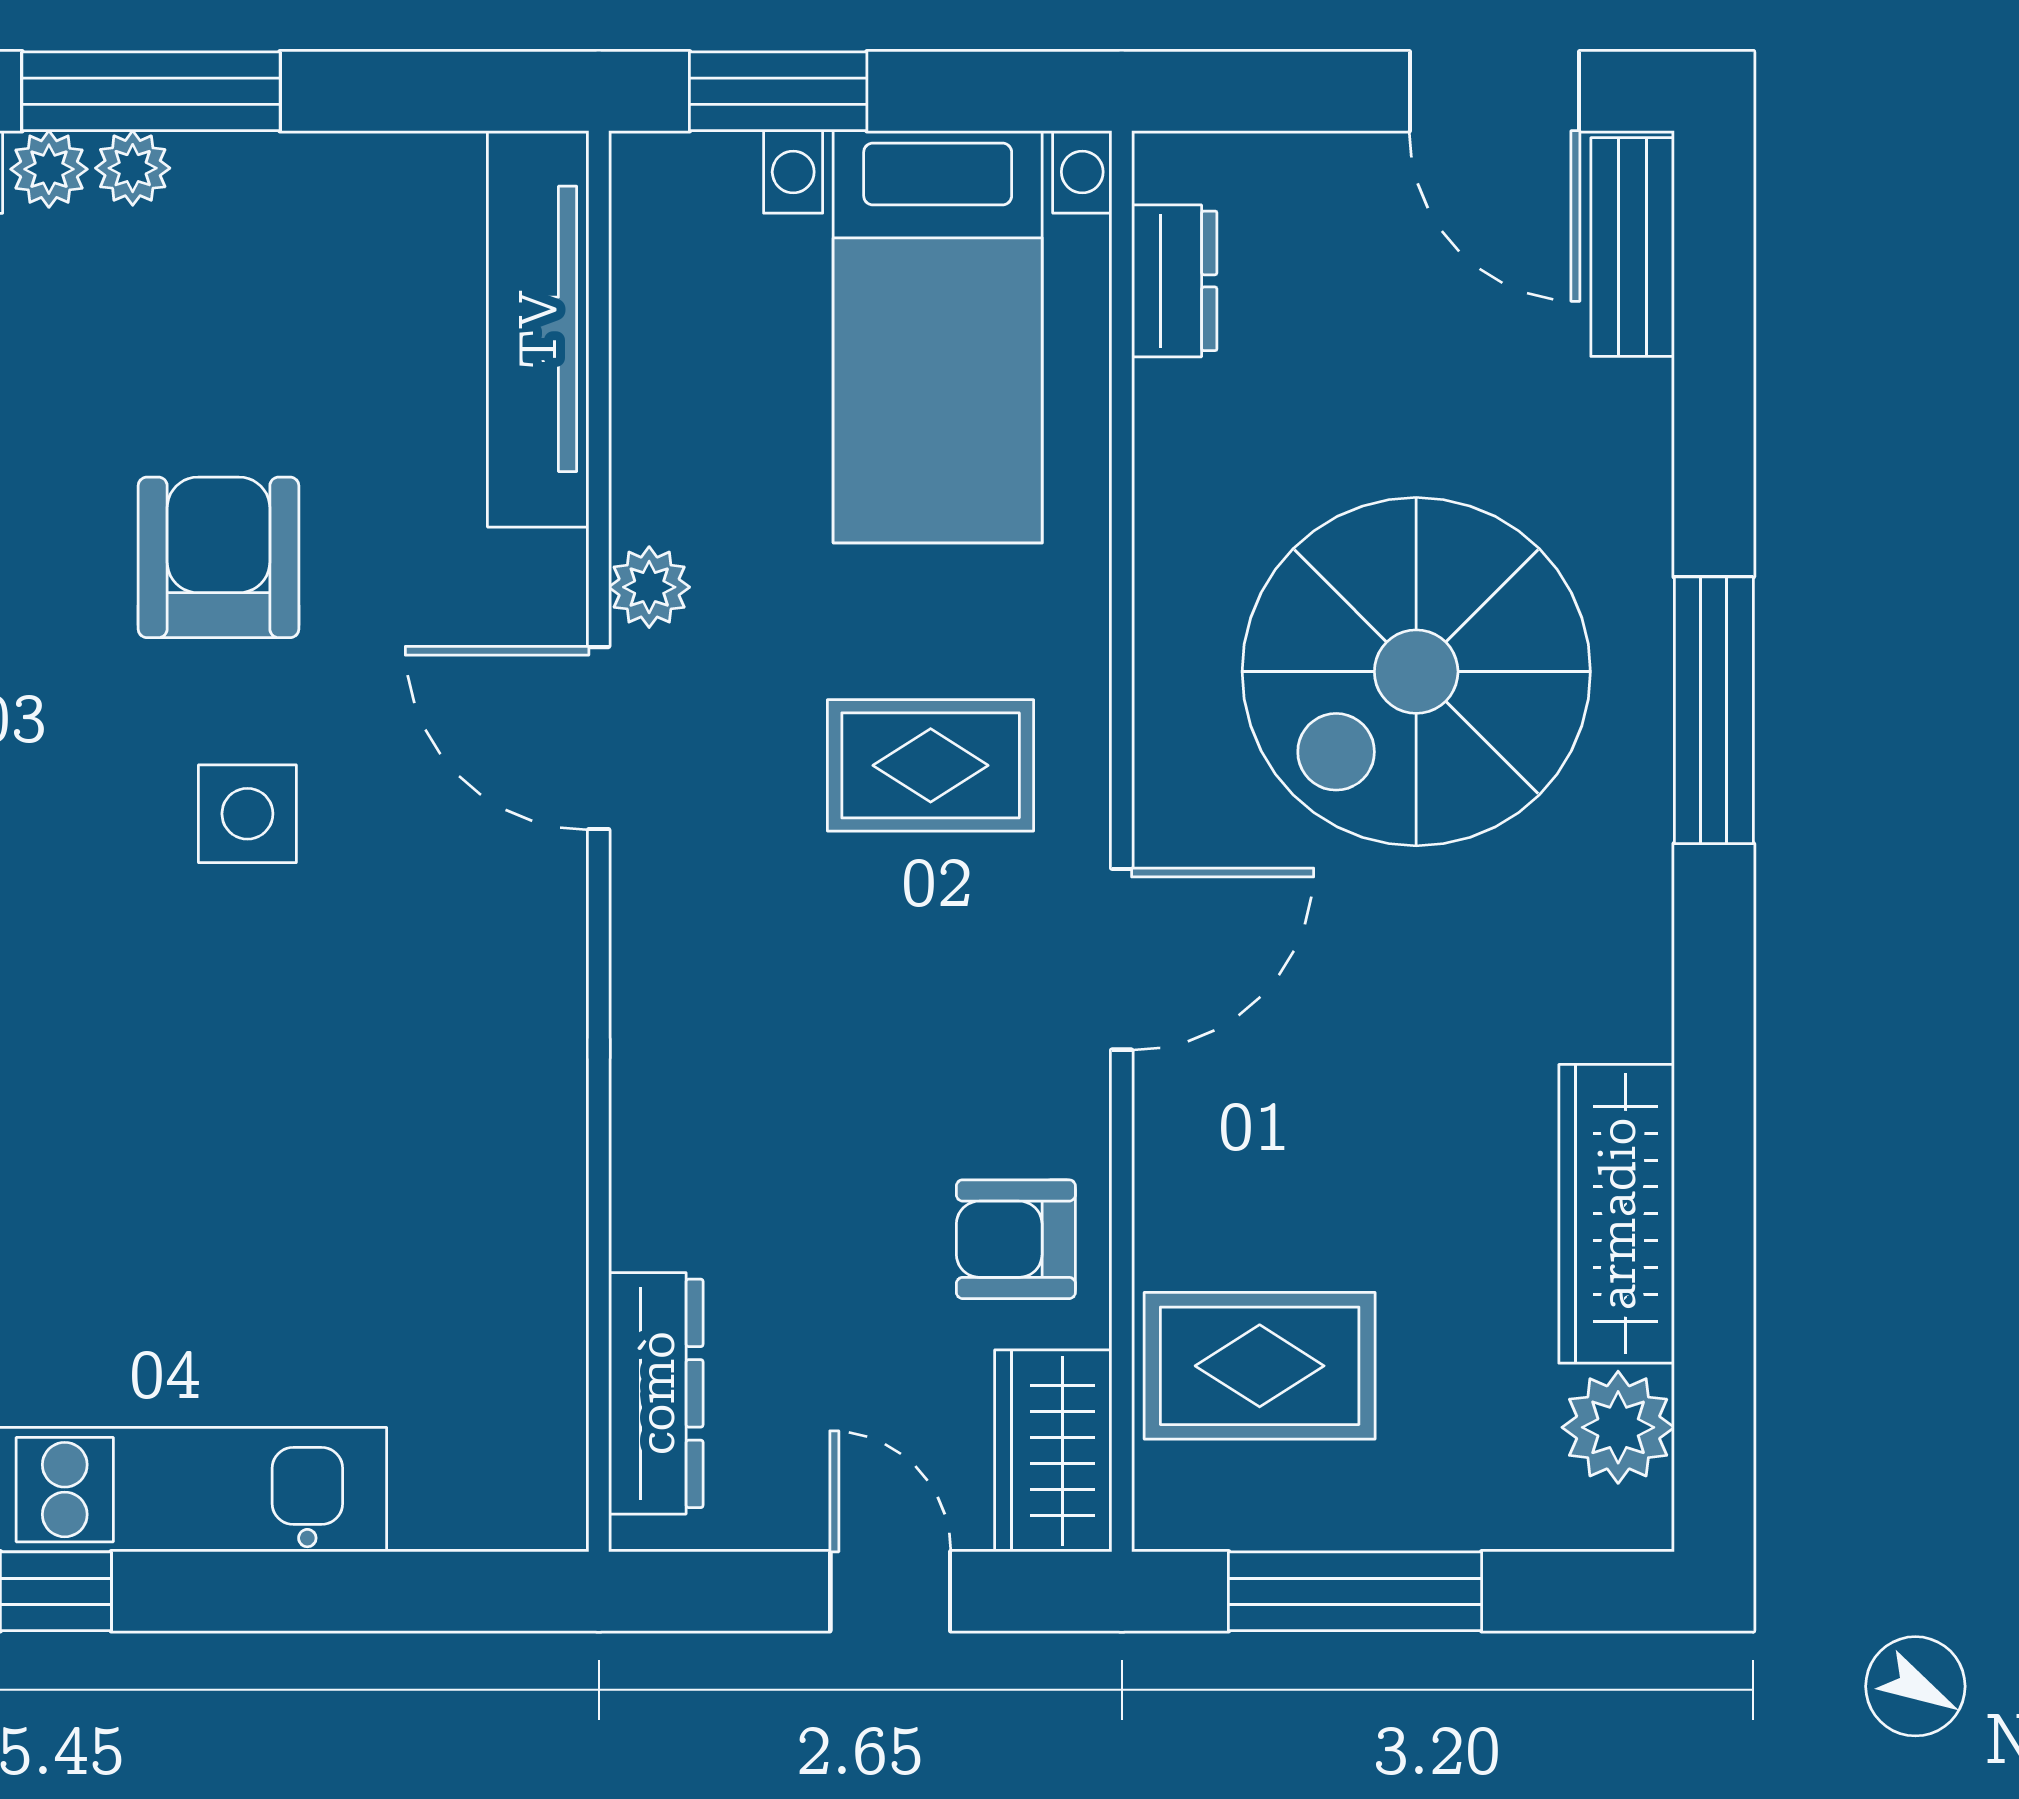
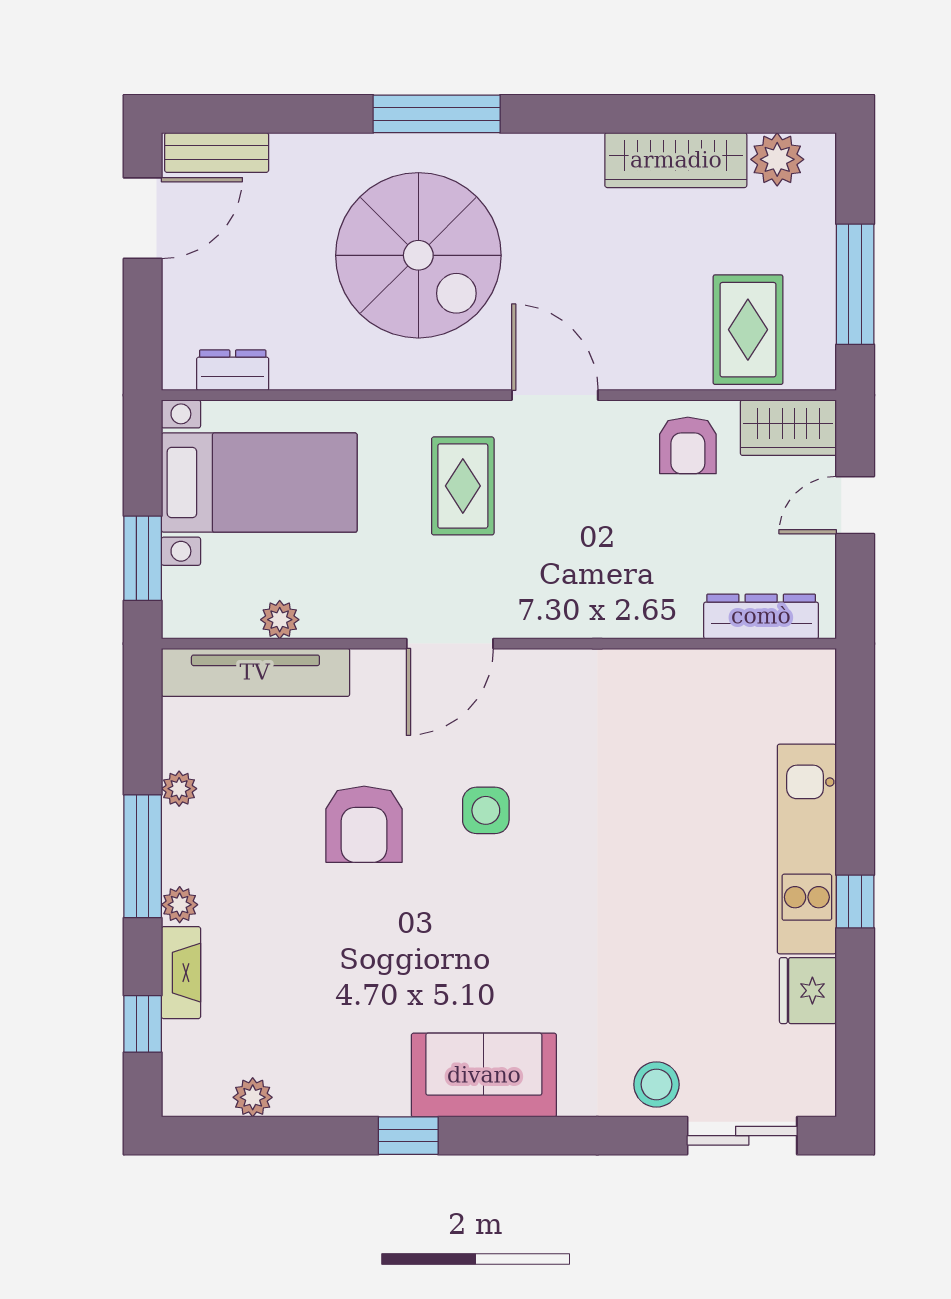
plant: (133, 168) -> (179, 789), moved
armchair: (219, 557) -> (364, 824), turned -90
plant: (649, 587) -> (280, 620), moved

